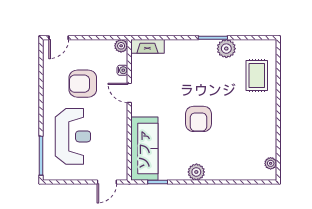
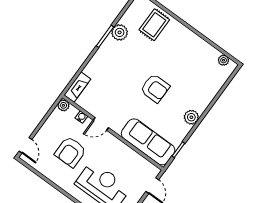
rug: (257, 75) -> (154, 25), turned 90

